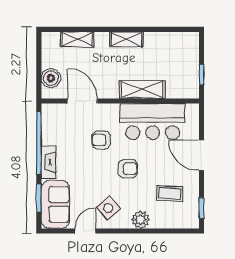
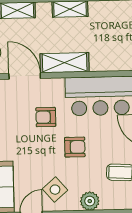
shelving: (142, 89) -> (65, 63), moved

